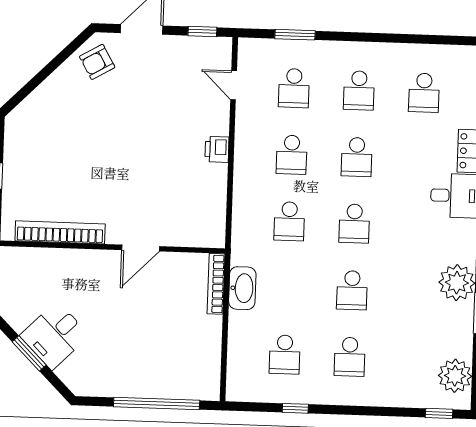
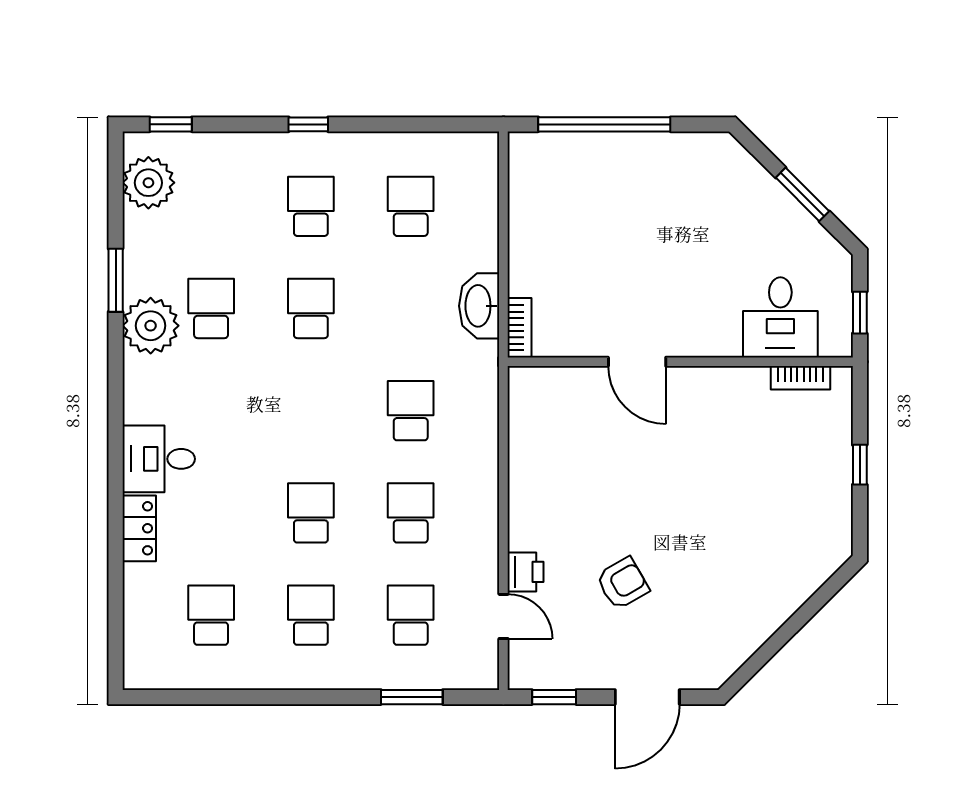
armchair: (97, 62) -> (623, 583), moved
printer: (217, 149) -> (525, 572), moved
school desk: (354, 224) -> (211, 309), moved
bookcase: (60, 232) -> (800, 378), width x0.43, depth x0.76
door: (141, 248) -> (637, 362), swing flipped
bookcase: (216, 284) -> (520, 328), width x0.64
desk: (55, 336) -> (780, 317), moved, turned 135
window: (295, 408) -> (308, 124), moved

